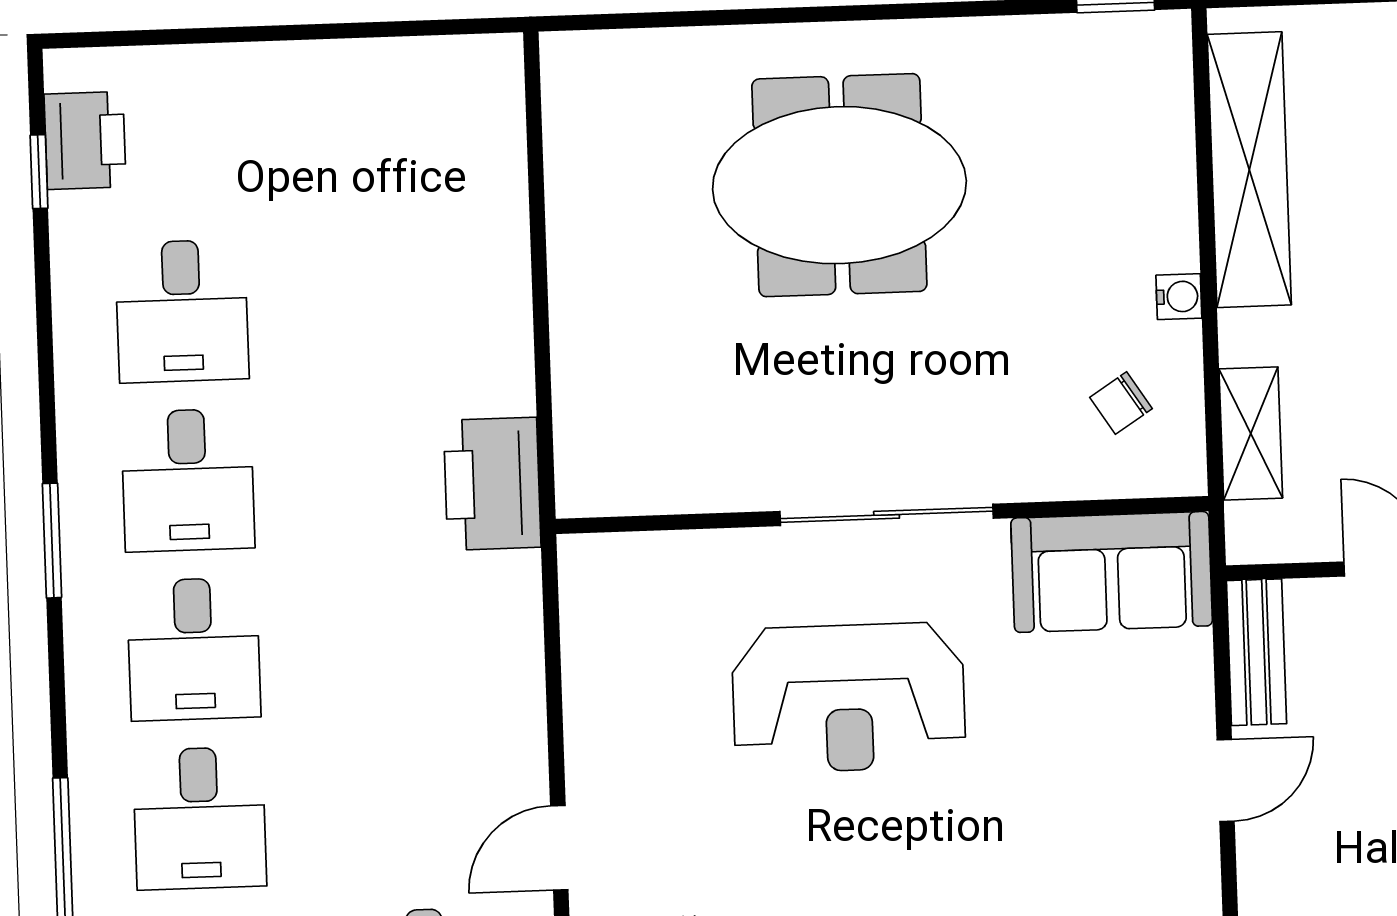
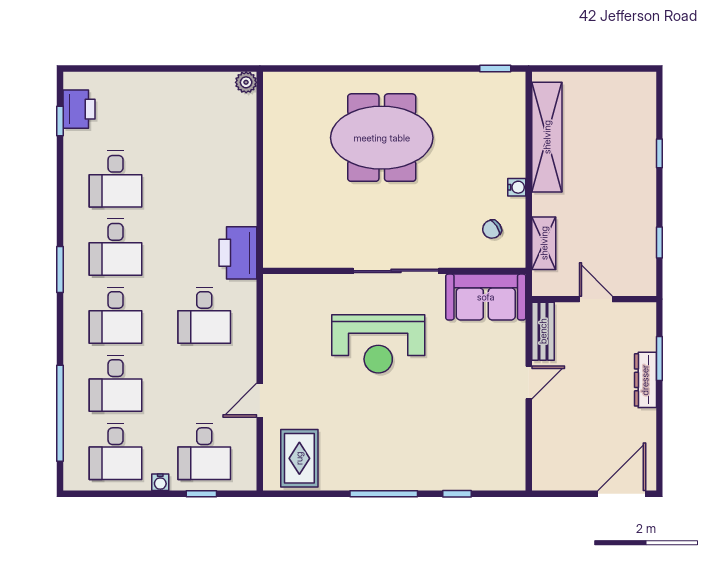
plant: (498, 60) -> (246, 82), added
desk: (414, 641) -> (204, 315), added

